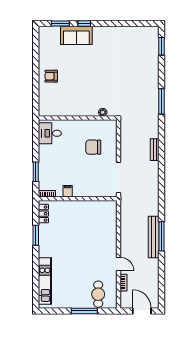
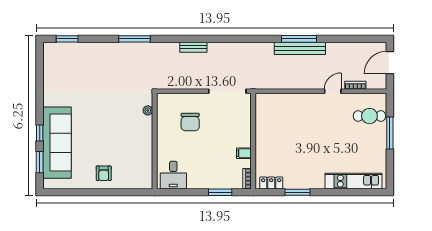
sofa: (76, 35) -> (57, 143), width x1.85, depth x1.27

